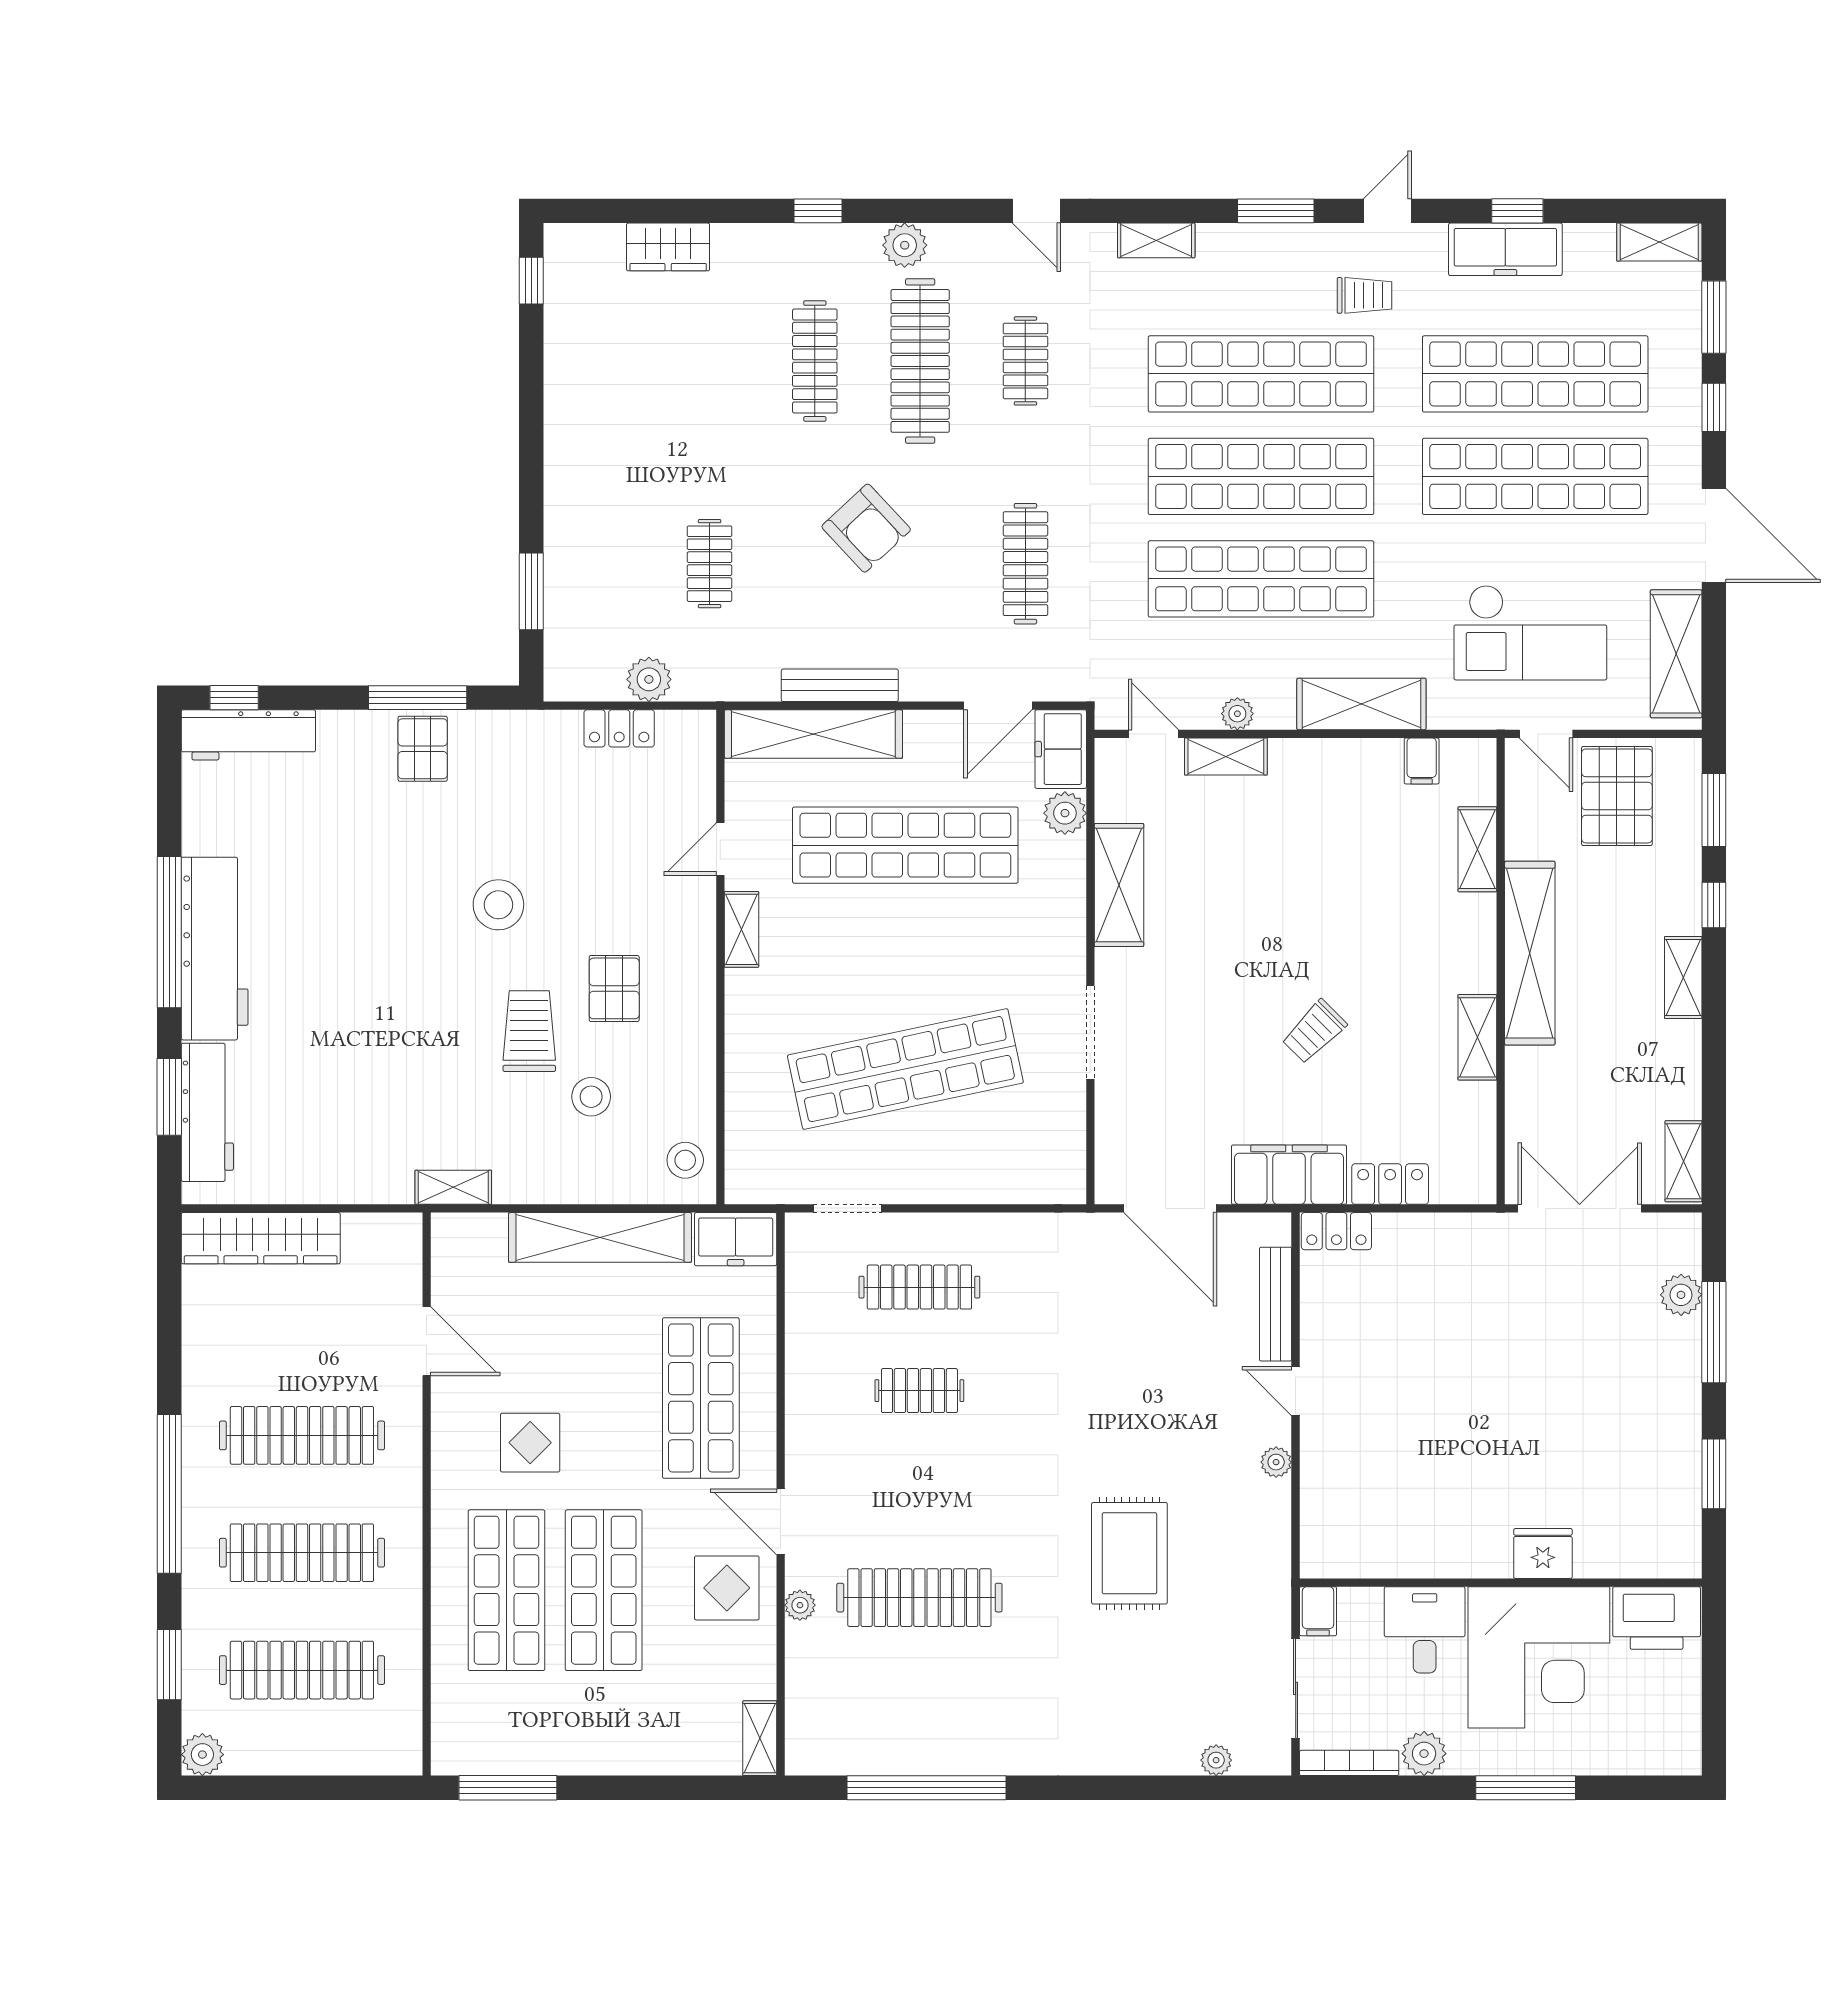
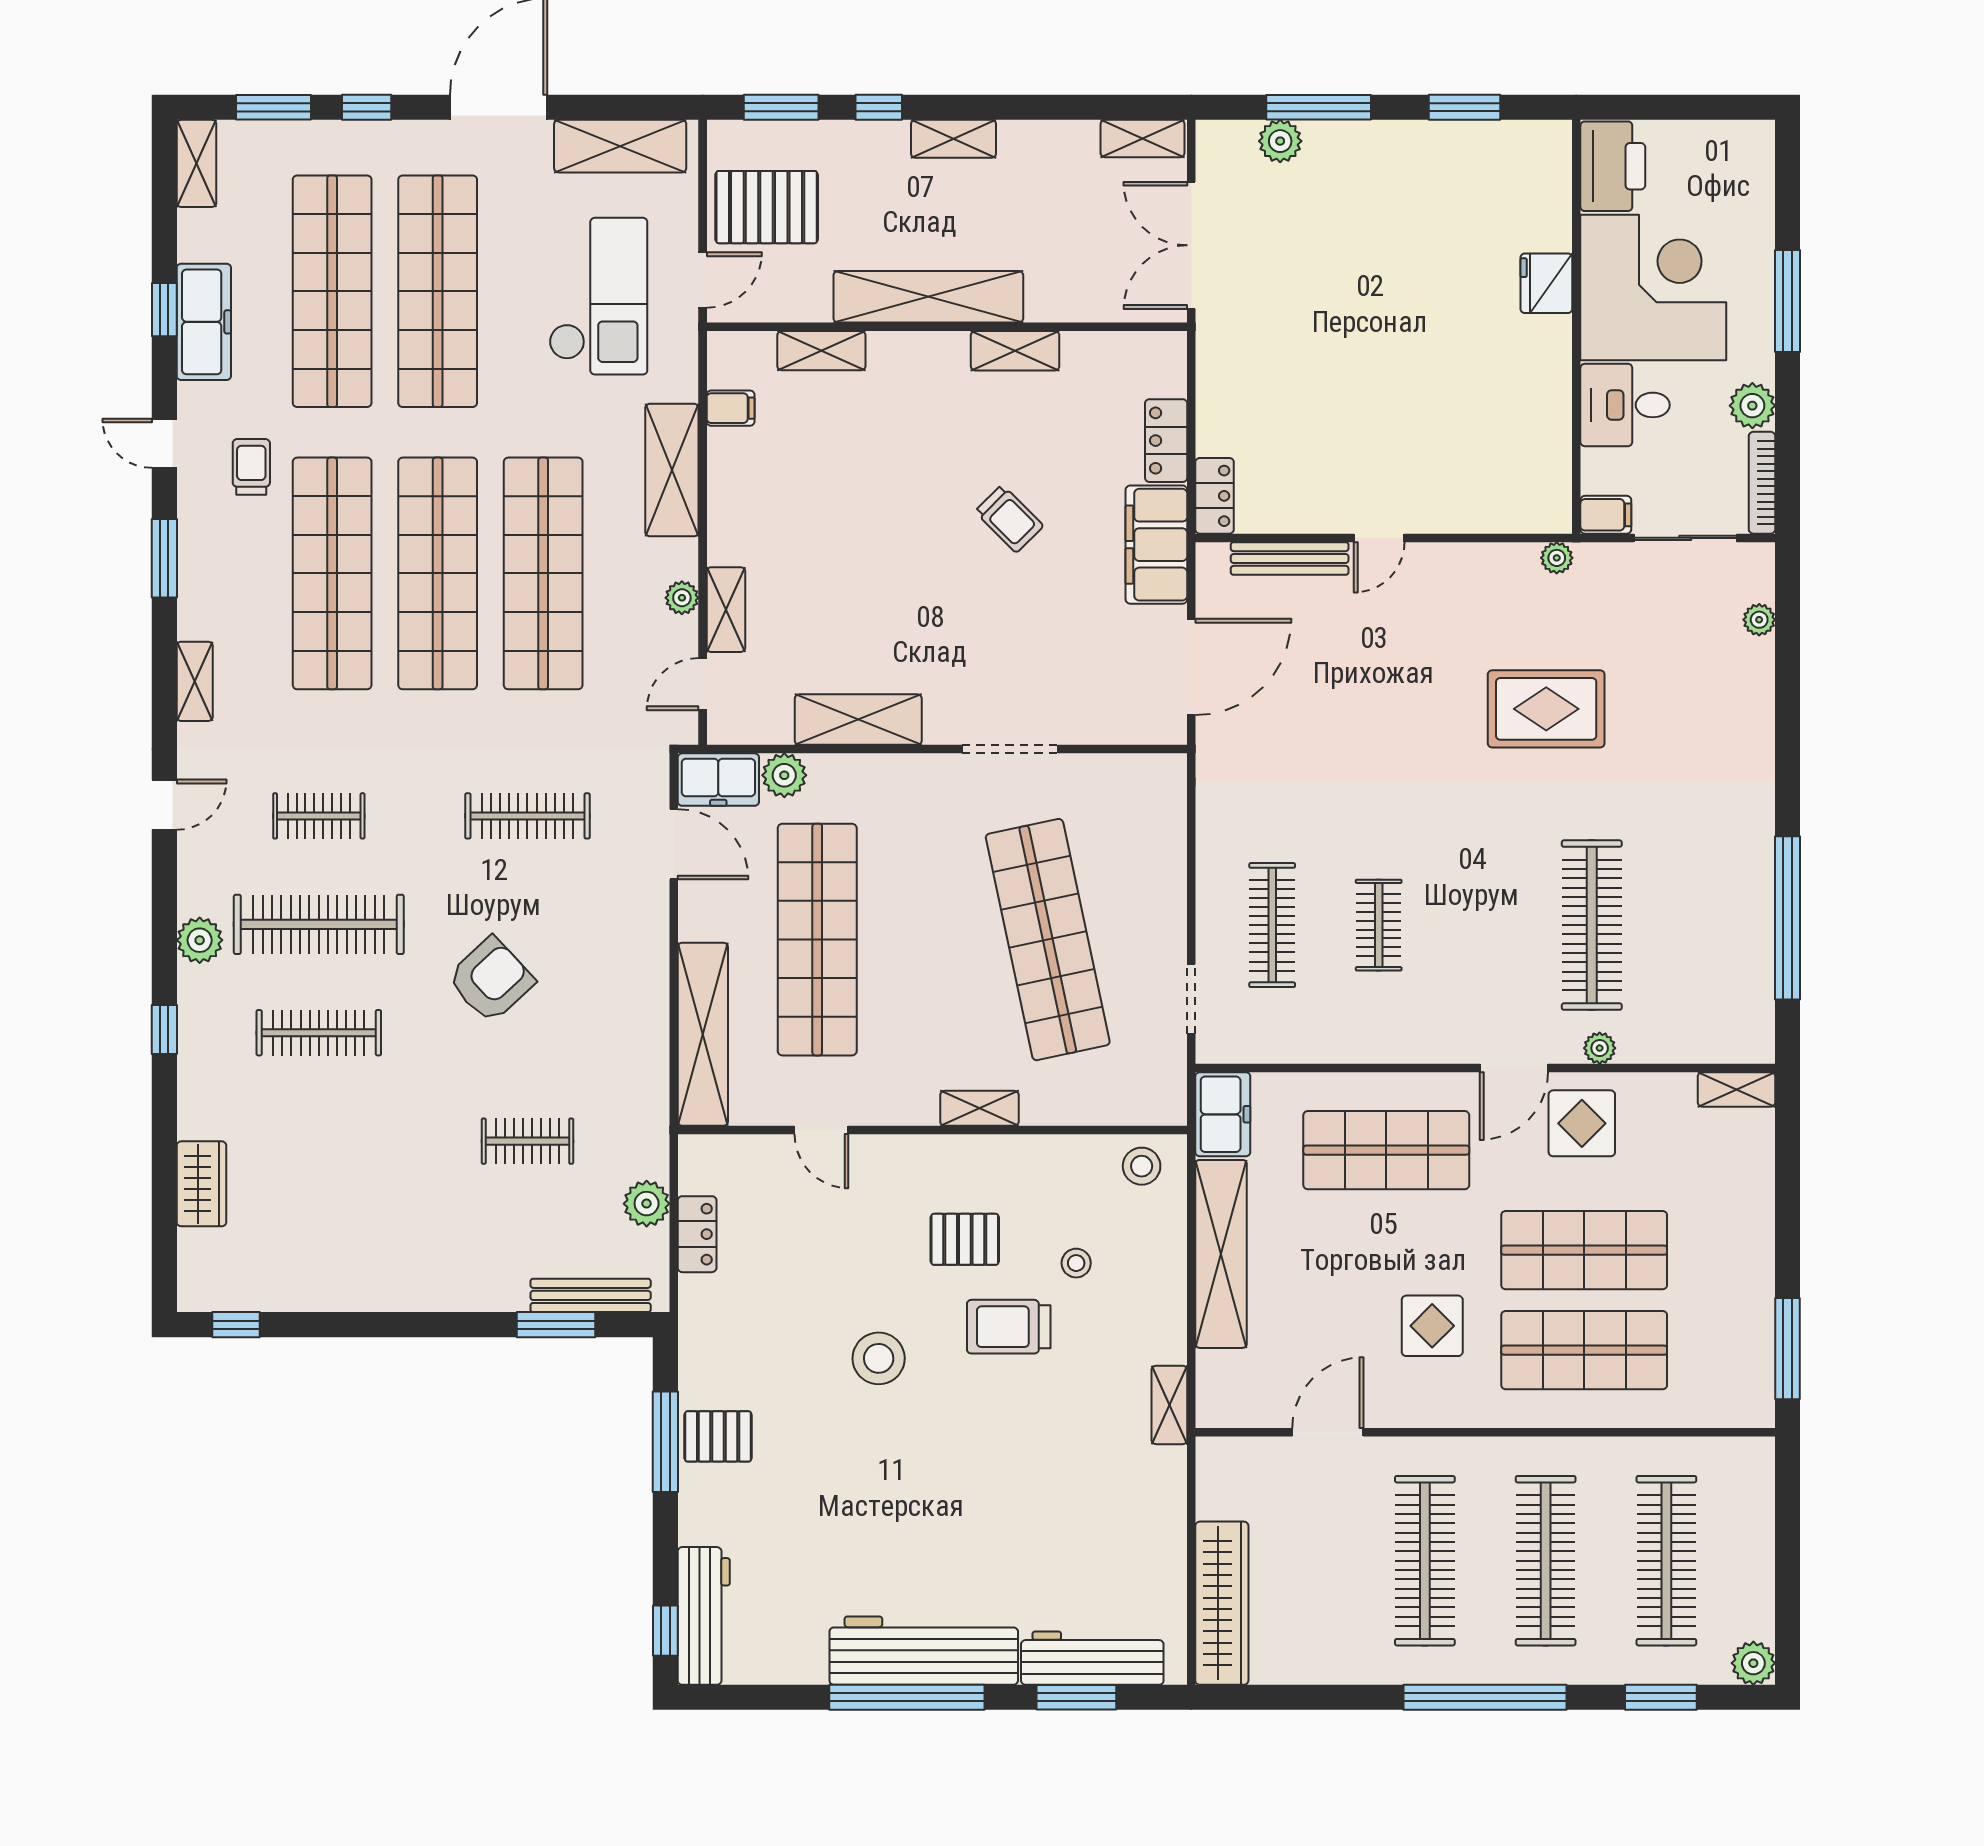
bench: (840, 685) -> (591, 1295), moved, turned 90
shelving: (741, 929) -> (979, 1108), moved
stool: (591, 1097) -> (1076, 1263), width x0.73, depth x0.73
plant: (1276, 1462) -> (1557, 558), moved

